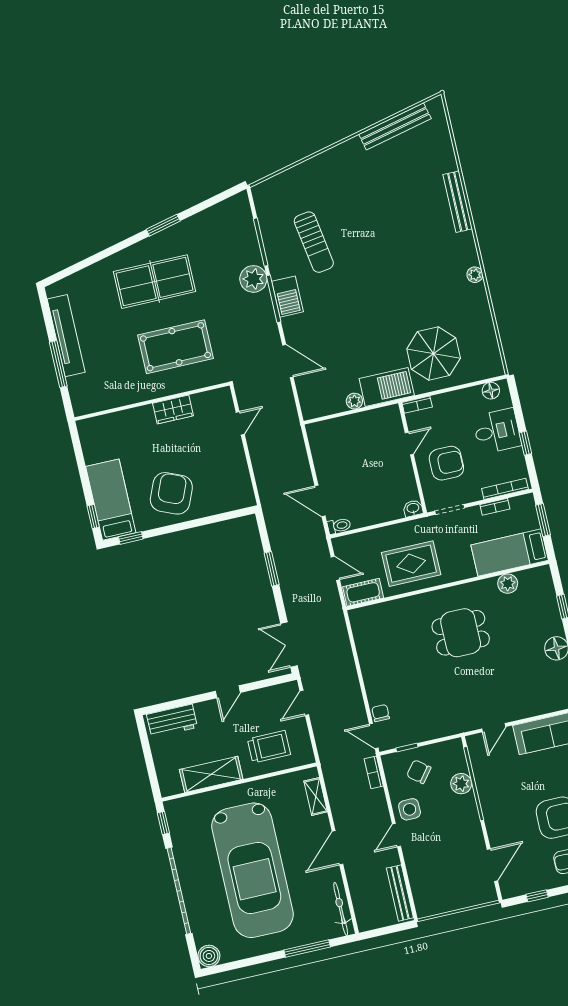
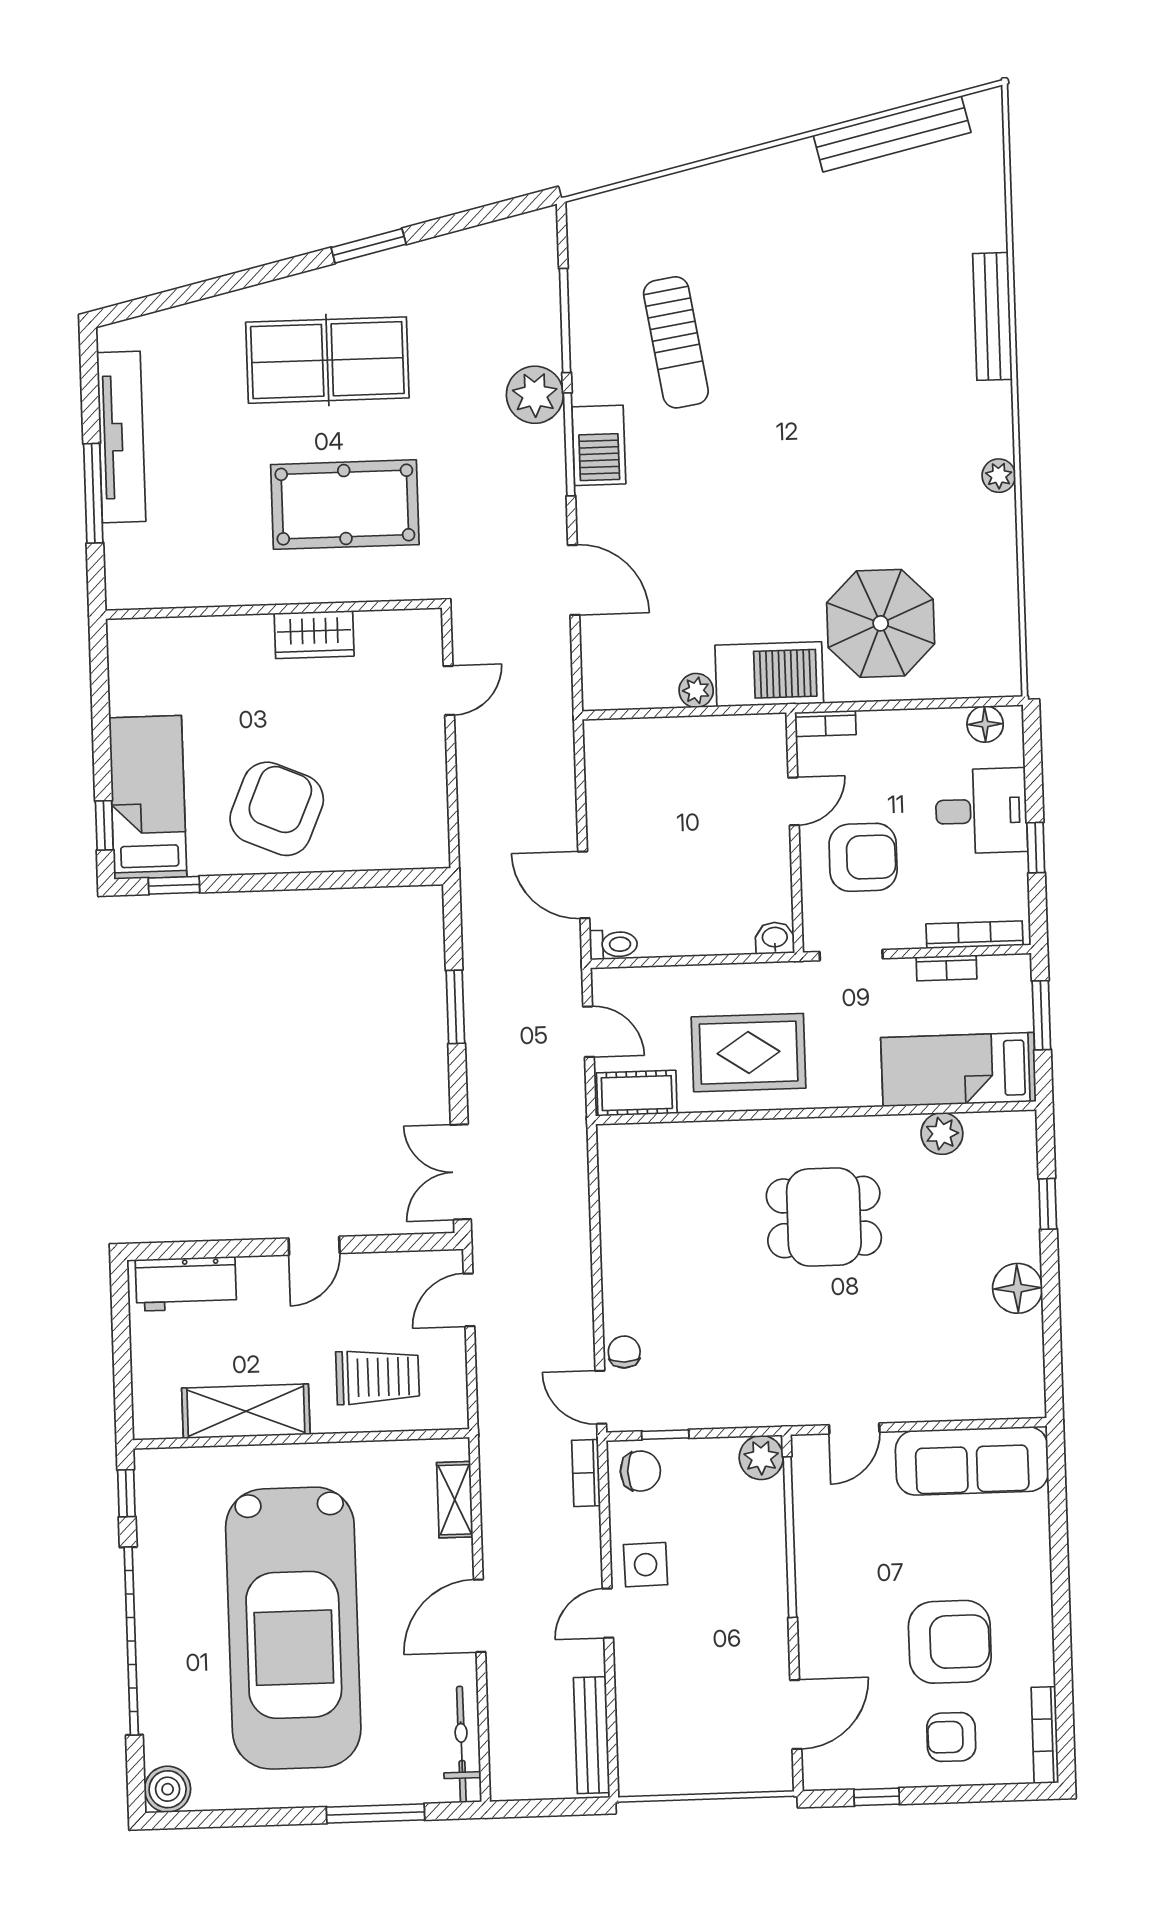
chair: (419, 772) -> (640, 1471), moved, turned 142
plant: (461, 784) -> (761, 1458), moved

